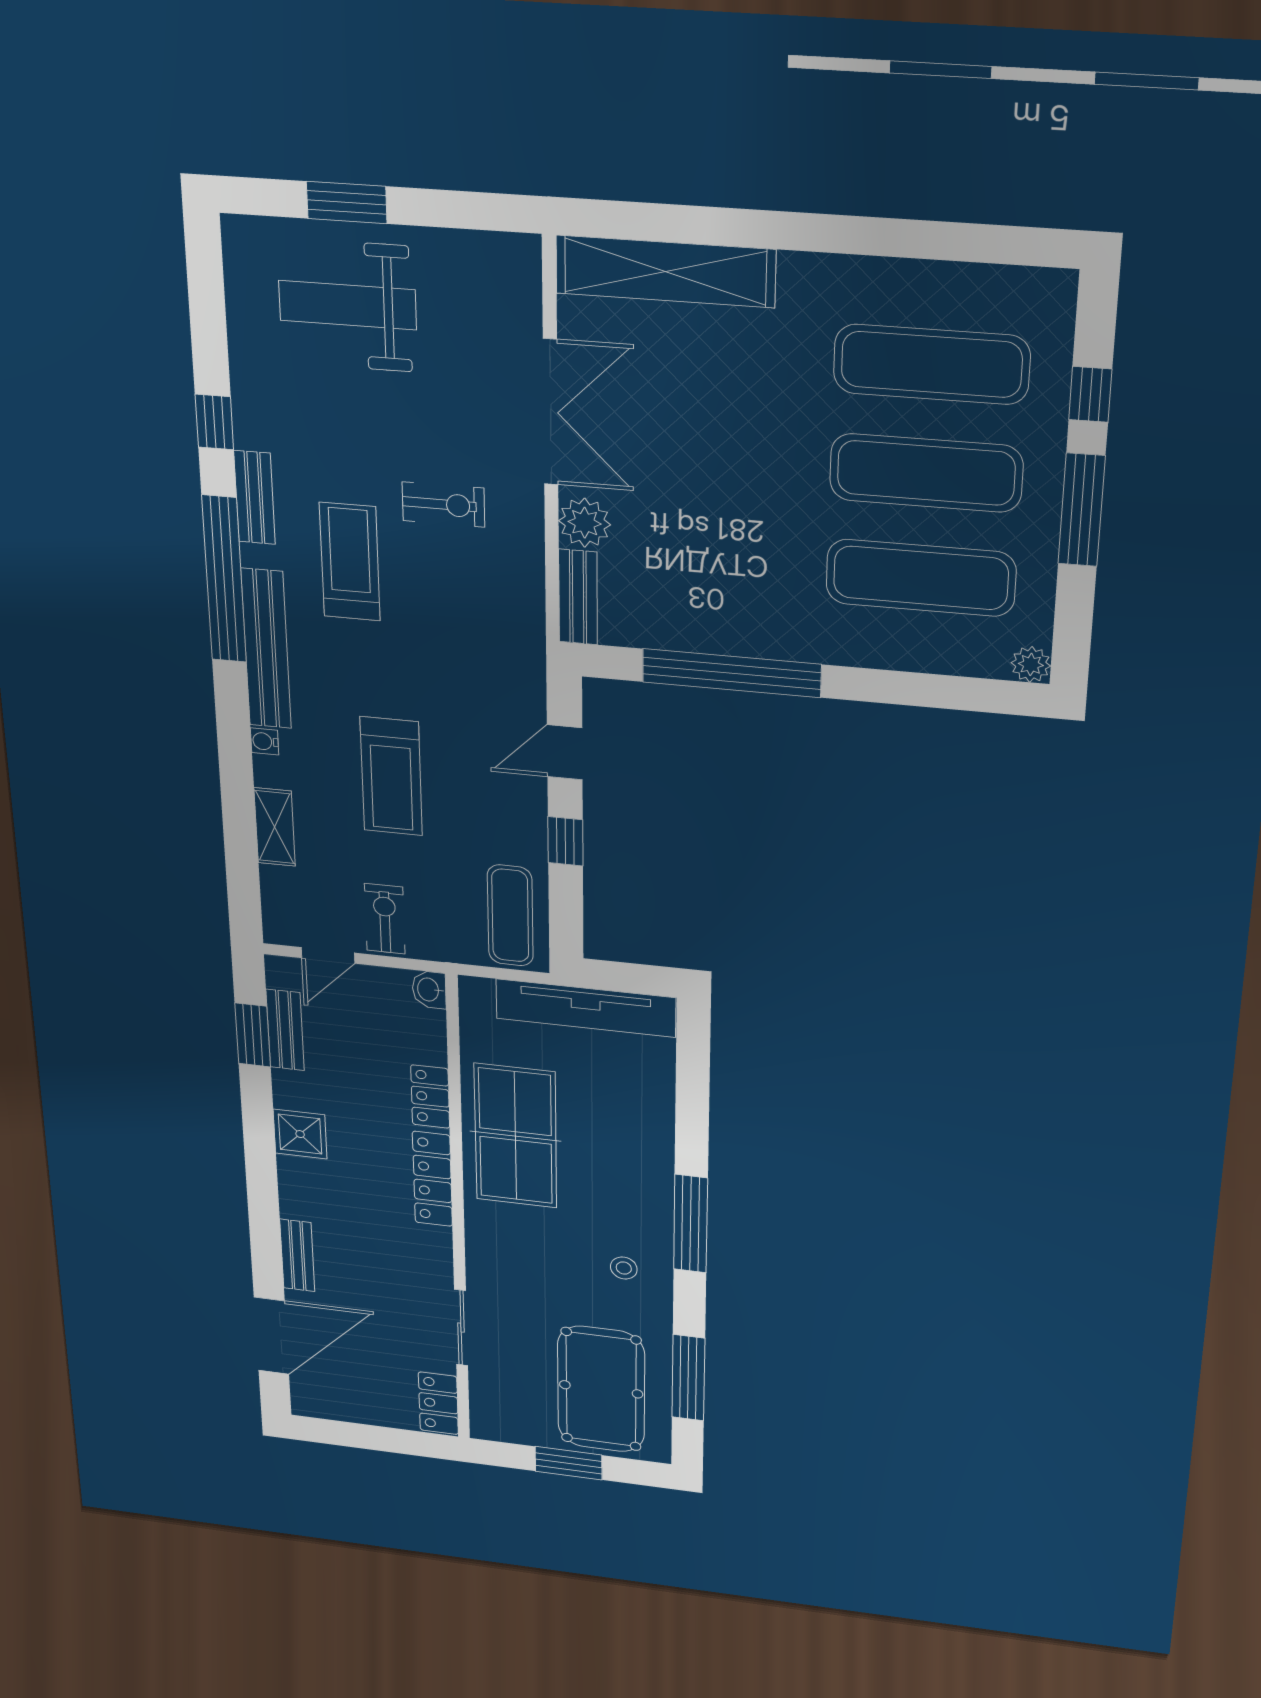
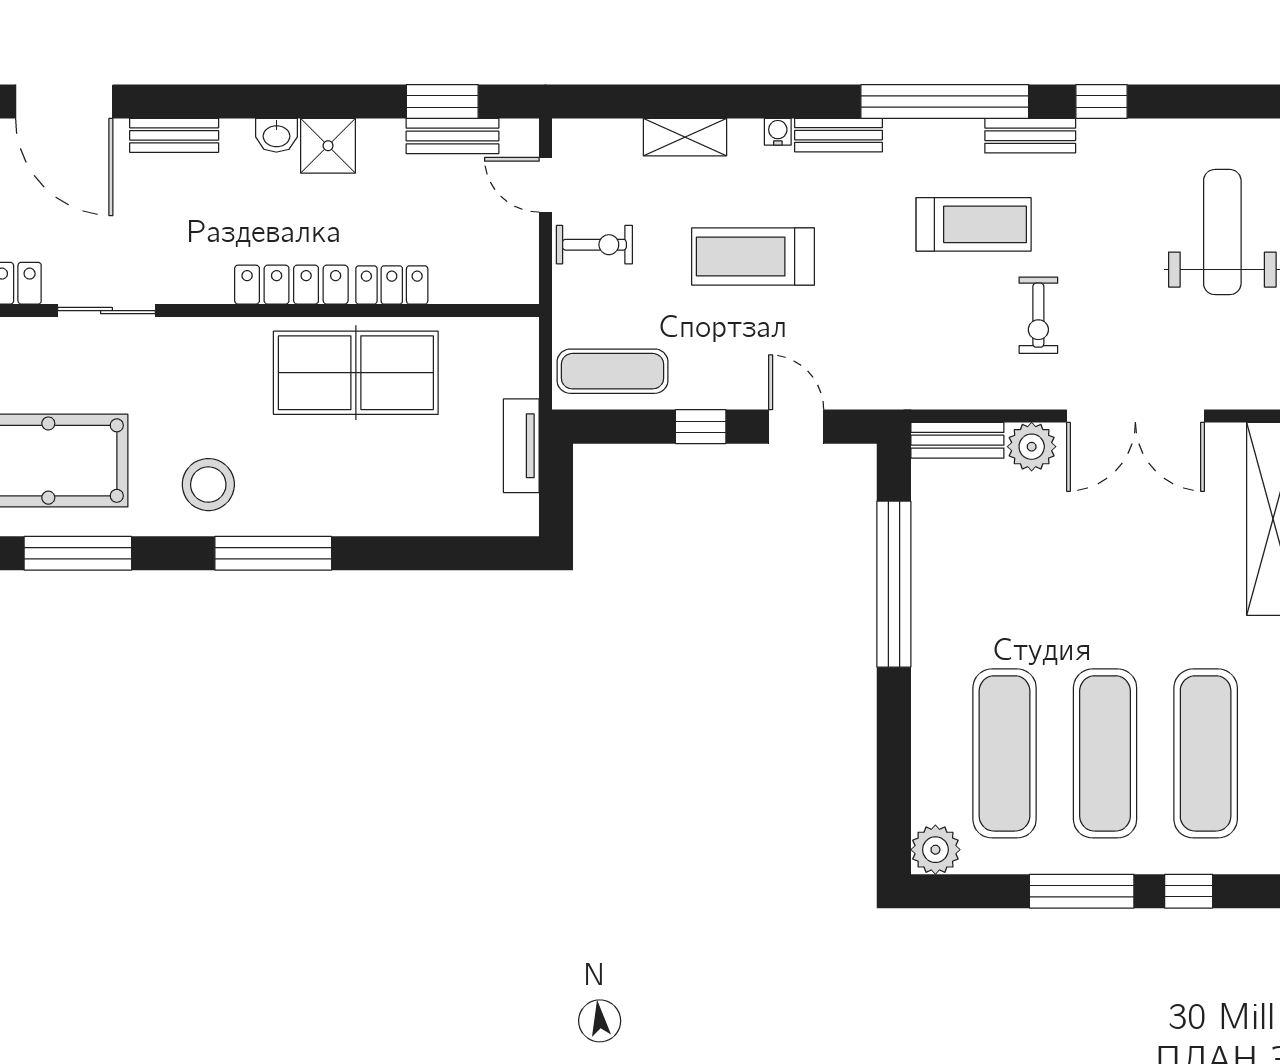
bench: (266, 649) -> (839, 135), width x0.54, depth x0.82
plant: (1031, 664) -> (935, 850), width x1.38, depth x1.38
washbasin: (429, 990) -> (276, 135), moved, turned 180
tv unit: (586, 1008) -> (521, 446), width x0.52, depth x0.78
stool: (624, 1268) -> (208, 485), width x1.89, depth x1.89

